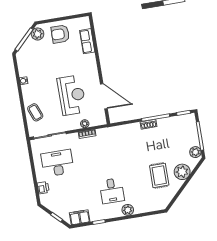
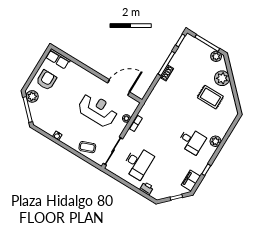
armchair: (60, 34) -> (46, 80), turned 180
row of seats: (87, 41) -> (58, 59), moved
desk: (57, 163) -> (138, 163), turned 180

